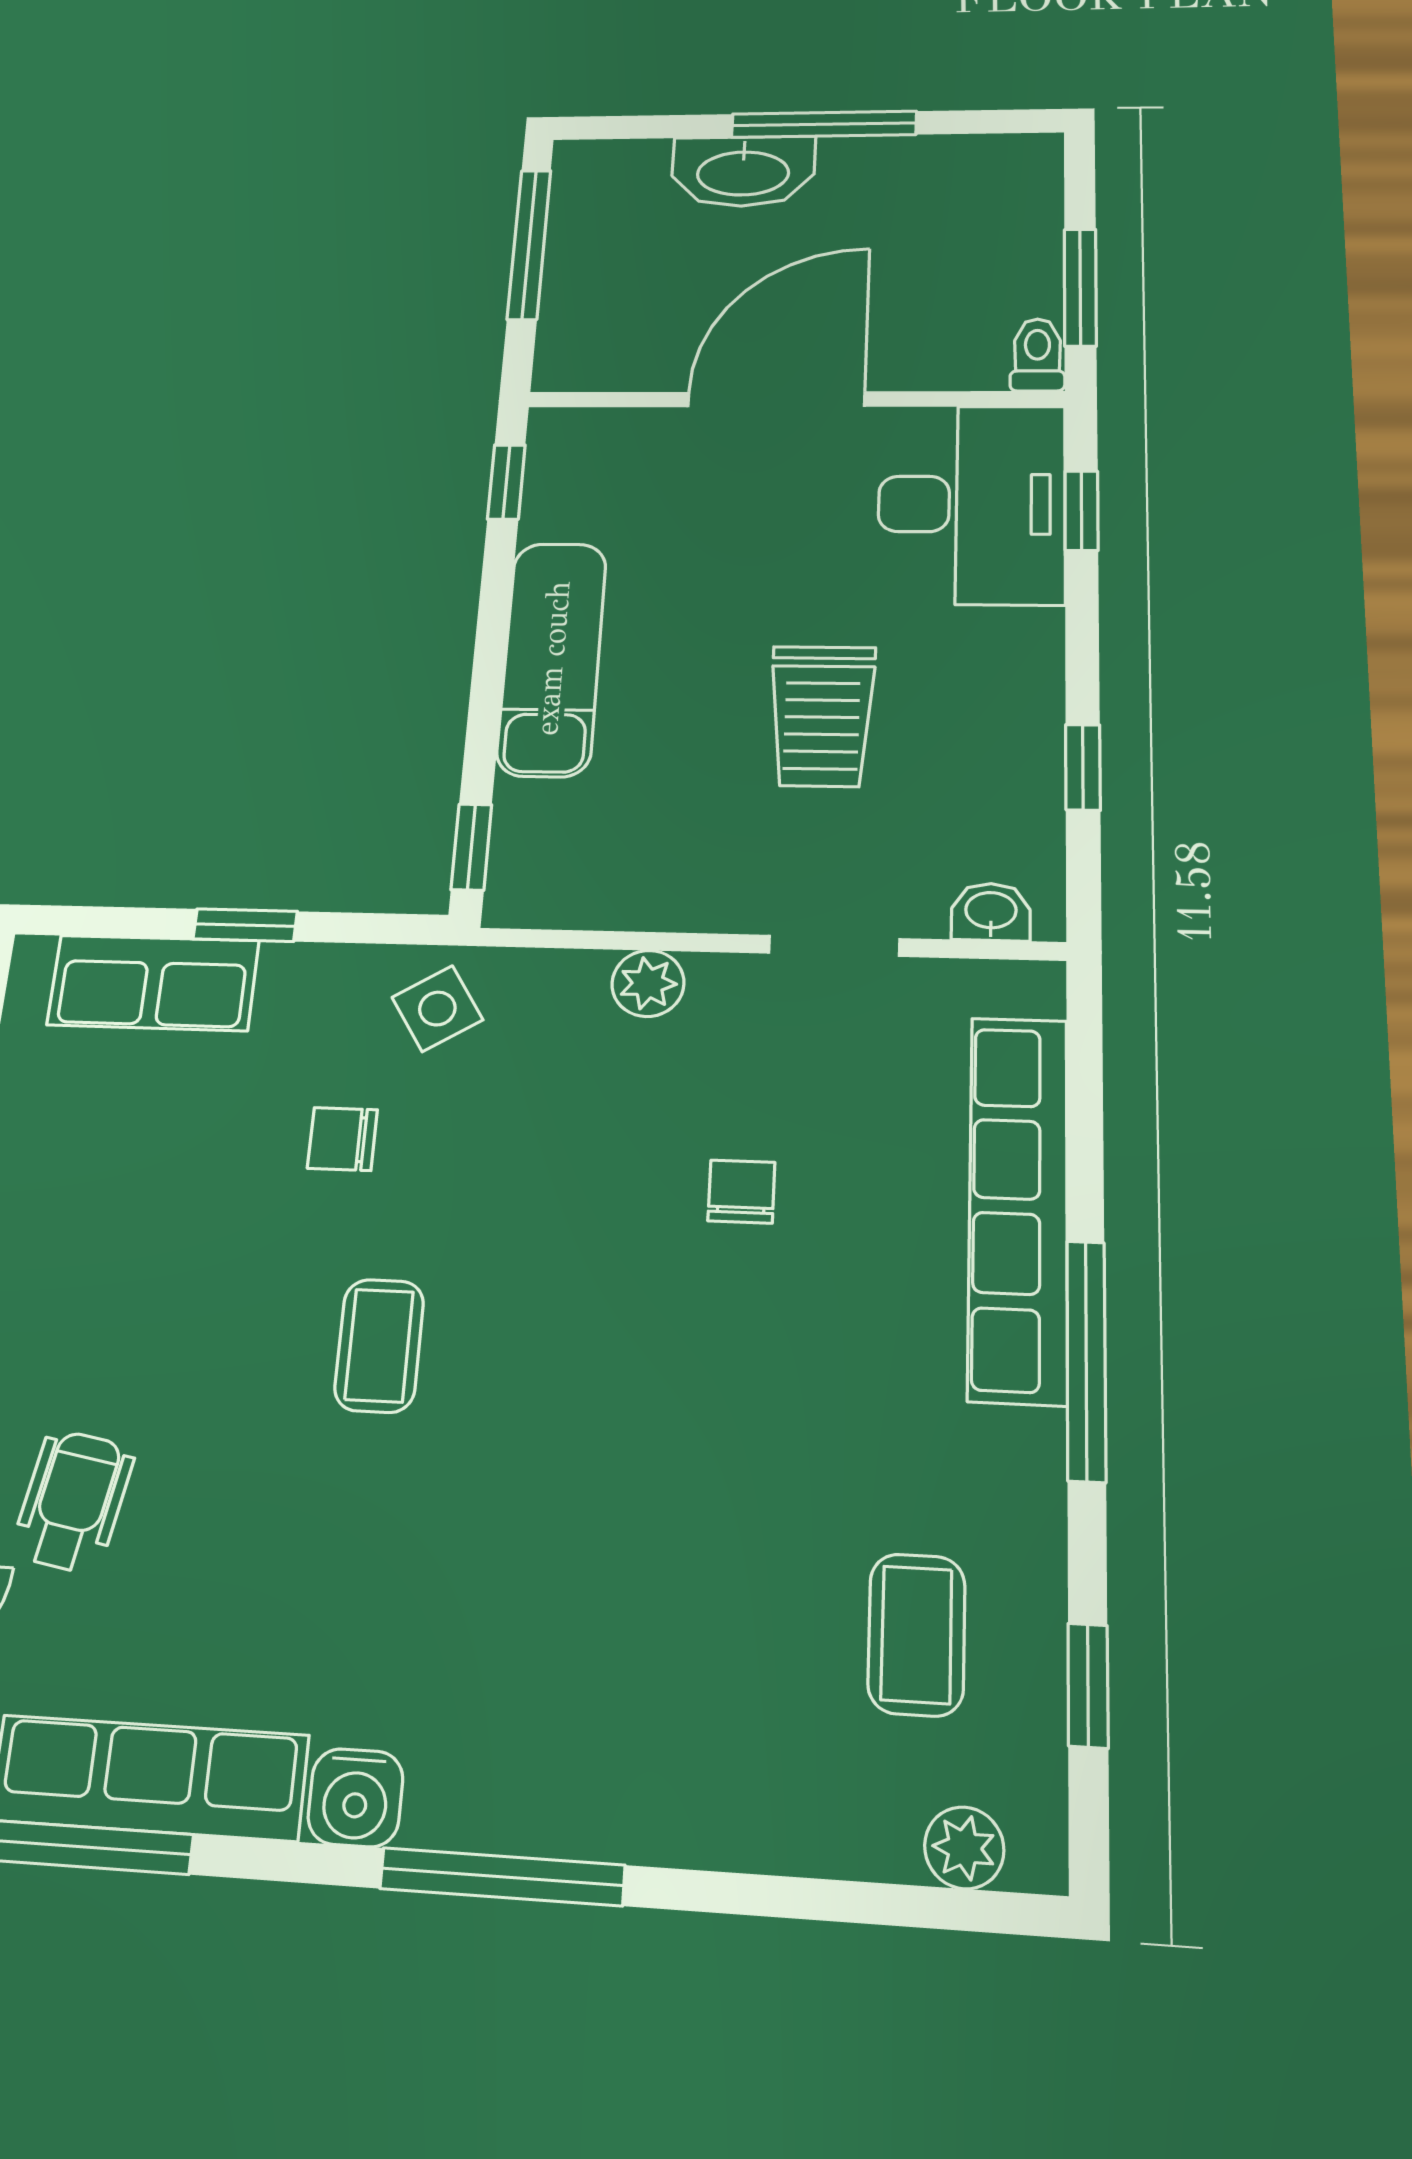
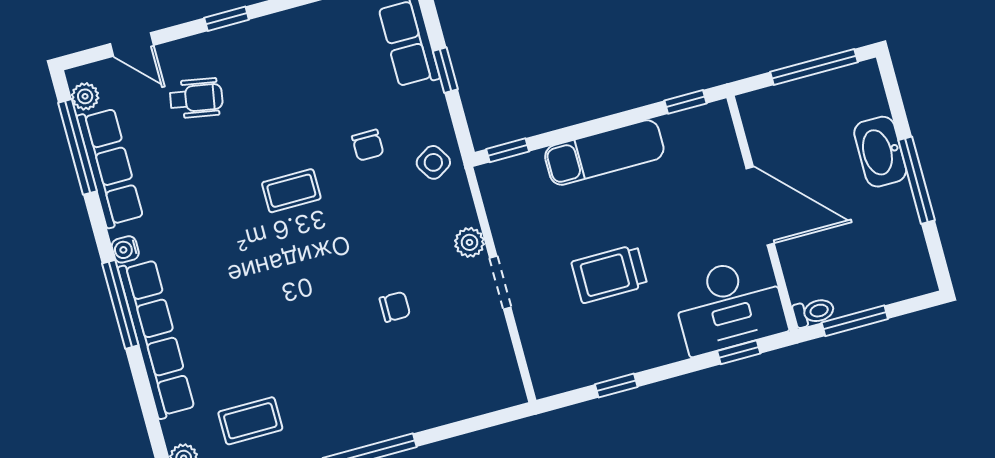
washbasin: (991, 912) -> (541, 367), removed
doorway: (834, 946) -> (500, 283), moved
chair: (342, 1139) -> (368, 145), turned 180
row of seats: (1018, 1206) -> (156, 339), moved, turned 90
water cooler: (355, 1798) -> (125, 249), width x0.72, depth x0.72

